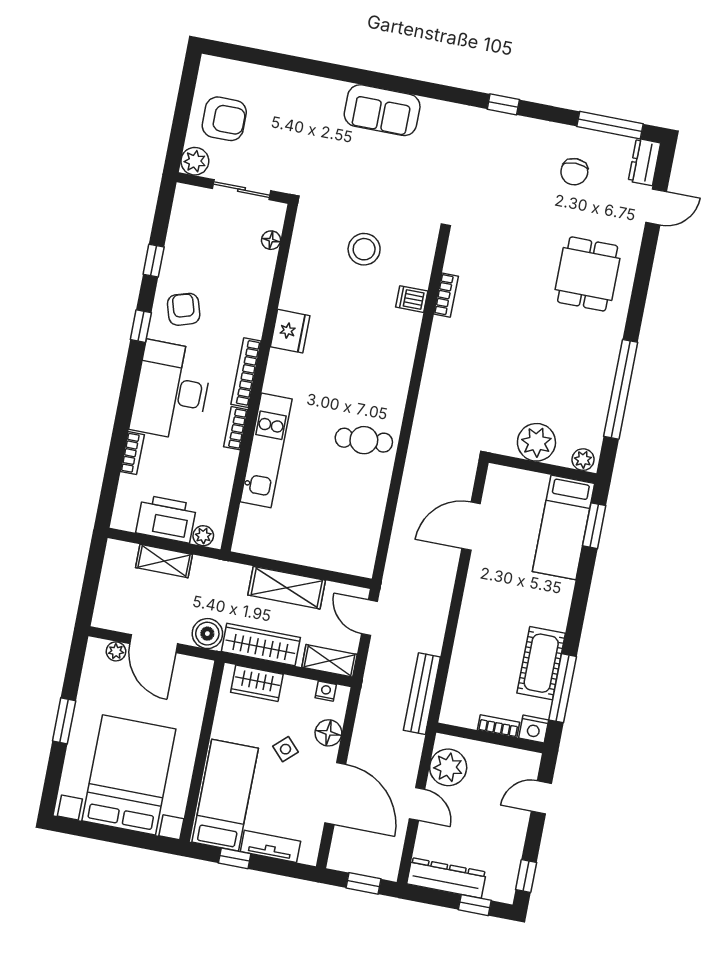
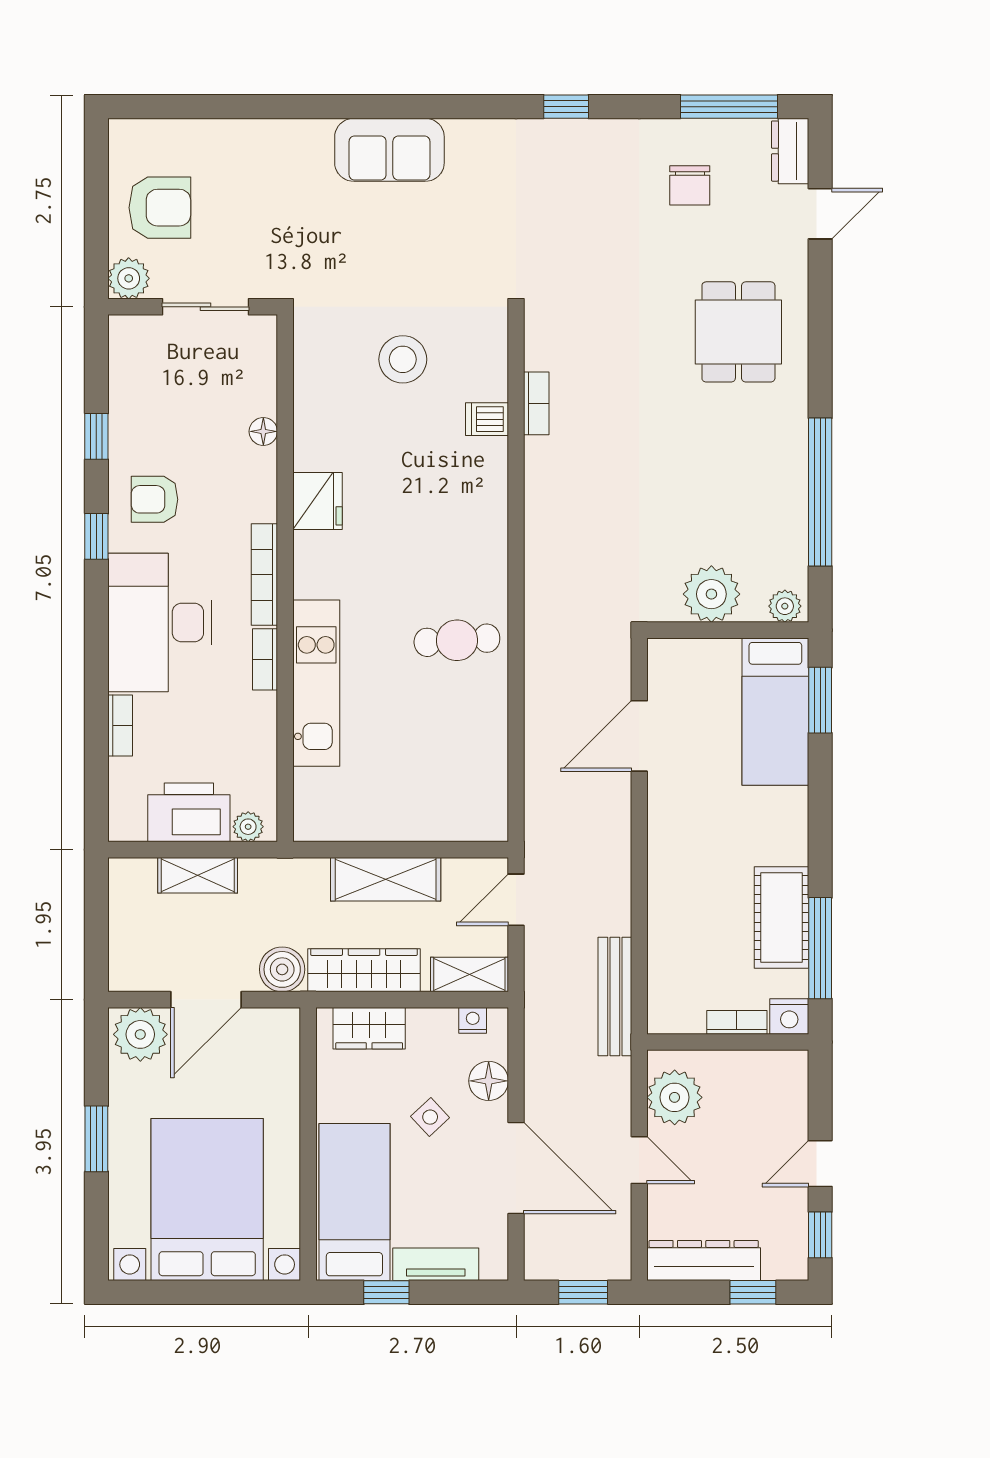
floor lamp: (271, 240) -> (263, 431), moved
armchair: (184, 309) -> (155, 499), turned -73
door: (369, 618) -> (516, 900), hinge flipped
door: (154, 644) -> (206, 1000), hinge flipped
plant: (116, 651) -> (140, 1034), width x1.88, depth x1.88
door: (541, 797) -> (820, 1164), moved

